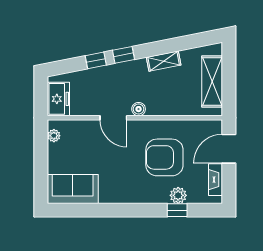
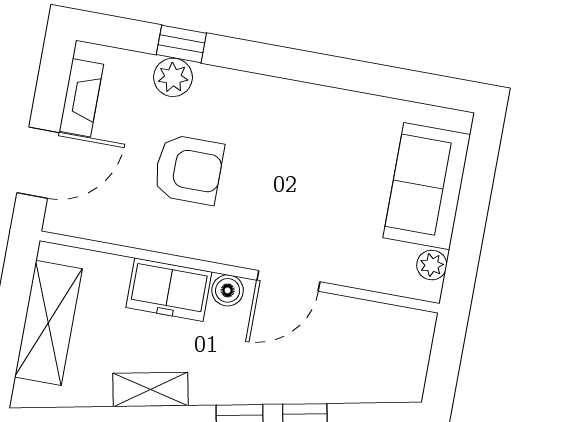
freezer: (58, 99) -> (169, 290), moved, turned -90
door: (113, 118) -> (288, 281), swing flipped
armchair: (164, 157) -> (189, 169), width x0.73, depth x0.73
sofa: (73, 189) -> (427, 186), moved, turned 90

